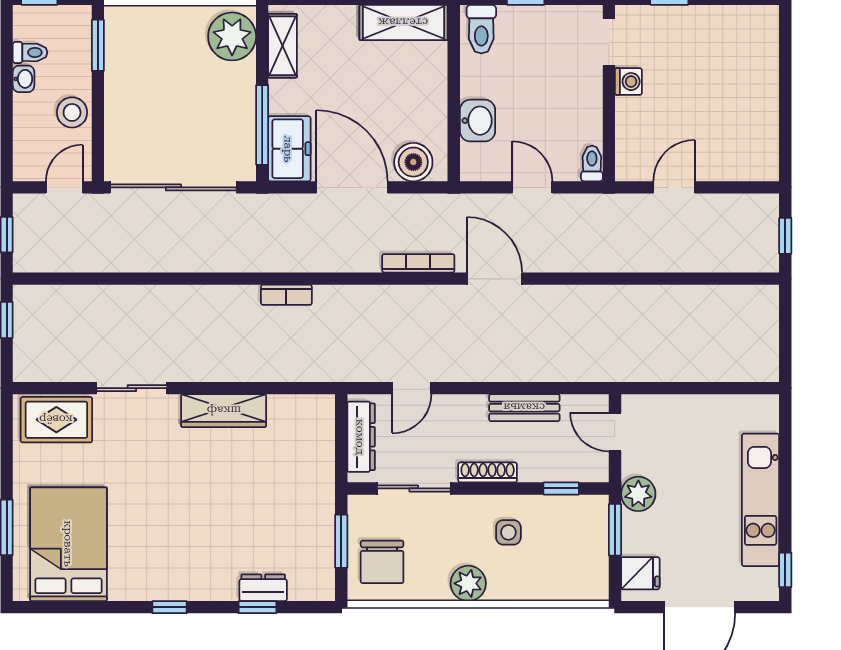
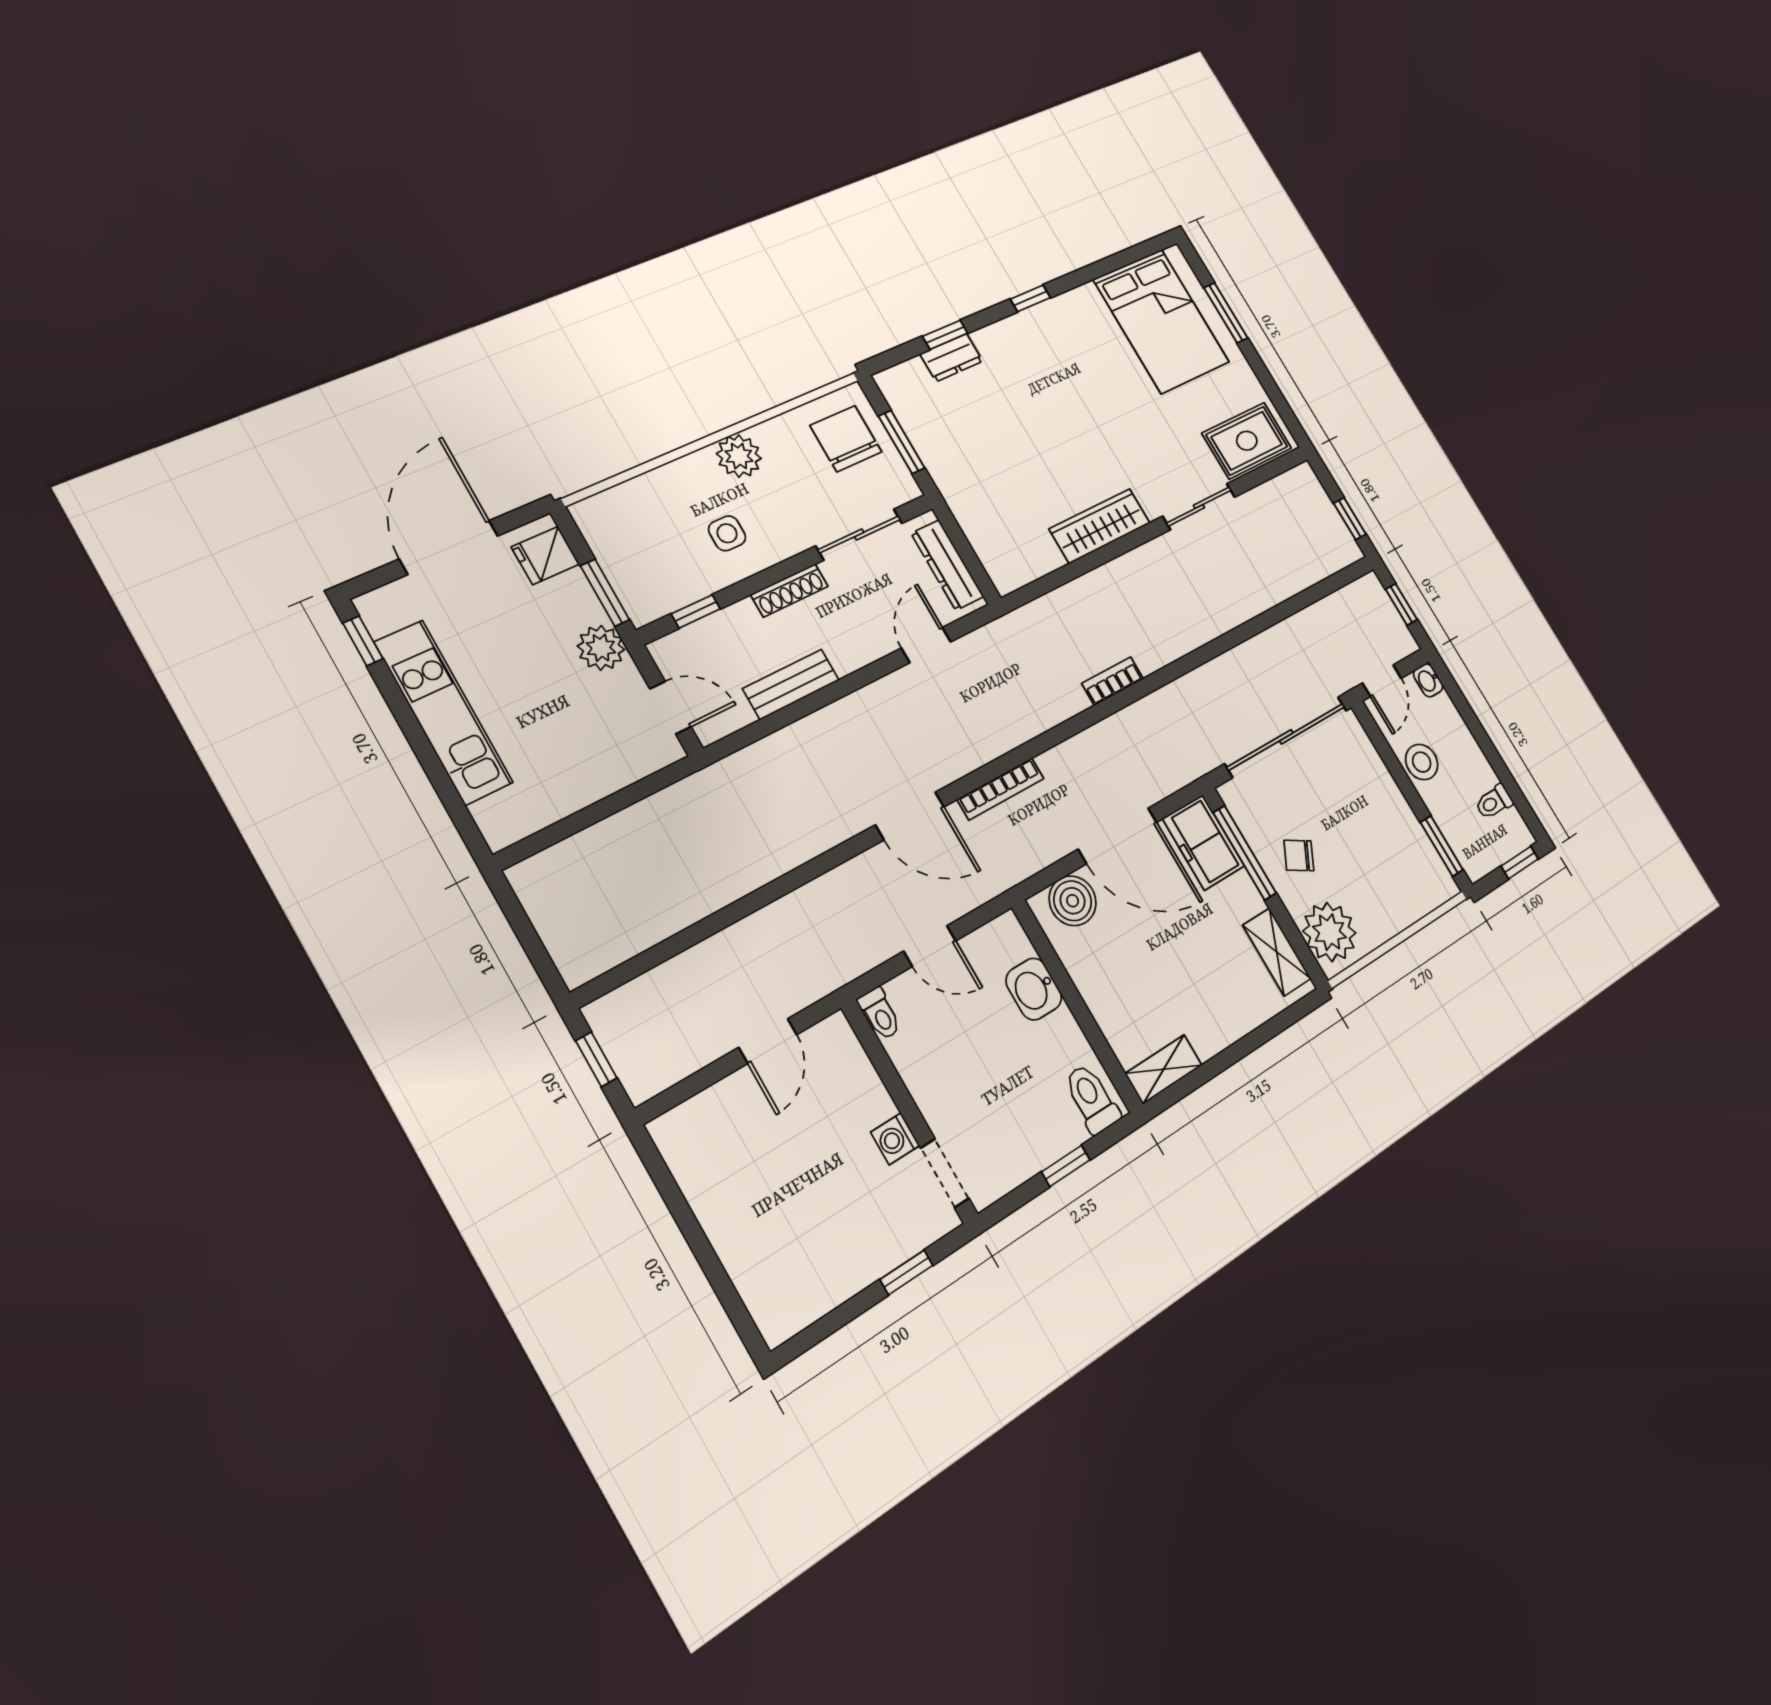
shelving: (403, 23) -> (1164, 1069), width x0.67, depth x0.75
washbasin: (24, 79) -> (1428, 680), moved
chair: (220, 101) -> (1299, 855), added

